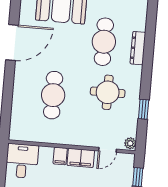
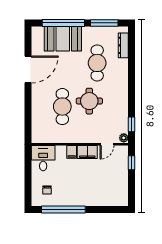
dresser: (138, 48) -> (123, 45), moved
round table: (108, 92) -> (89, 101), moved
window: (144, 109) -> (131, 124), moved

